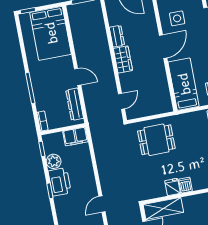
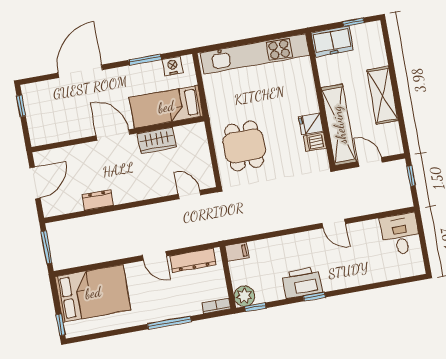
side table: (177, 18) -> (74, 115), removed
wardrobe: (123, 60) -> (157, 140), moved, turned 180
door: (78, 77) -> (154, 256), swing flipped
filing cabinet: (75, 136) -> (237, 252), width x0.50
plant: (54, 161) -> (244, 296), moved
dishwasher: (185, 185) -> (315, 142), moved
shelving: (163, 208) -> (339, 125), width x1.47

